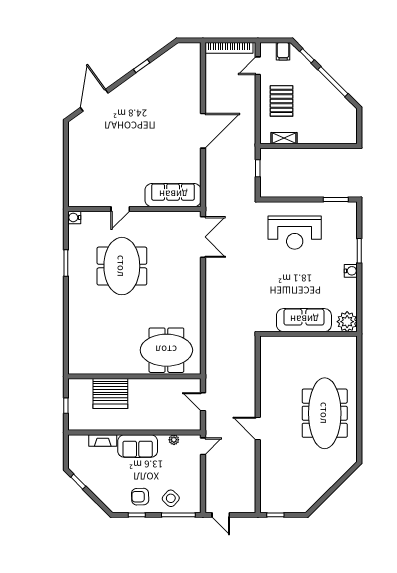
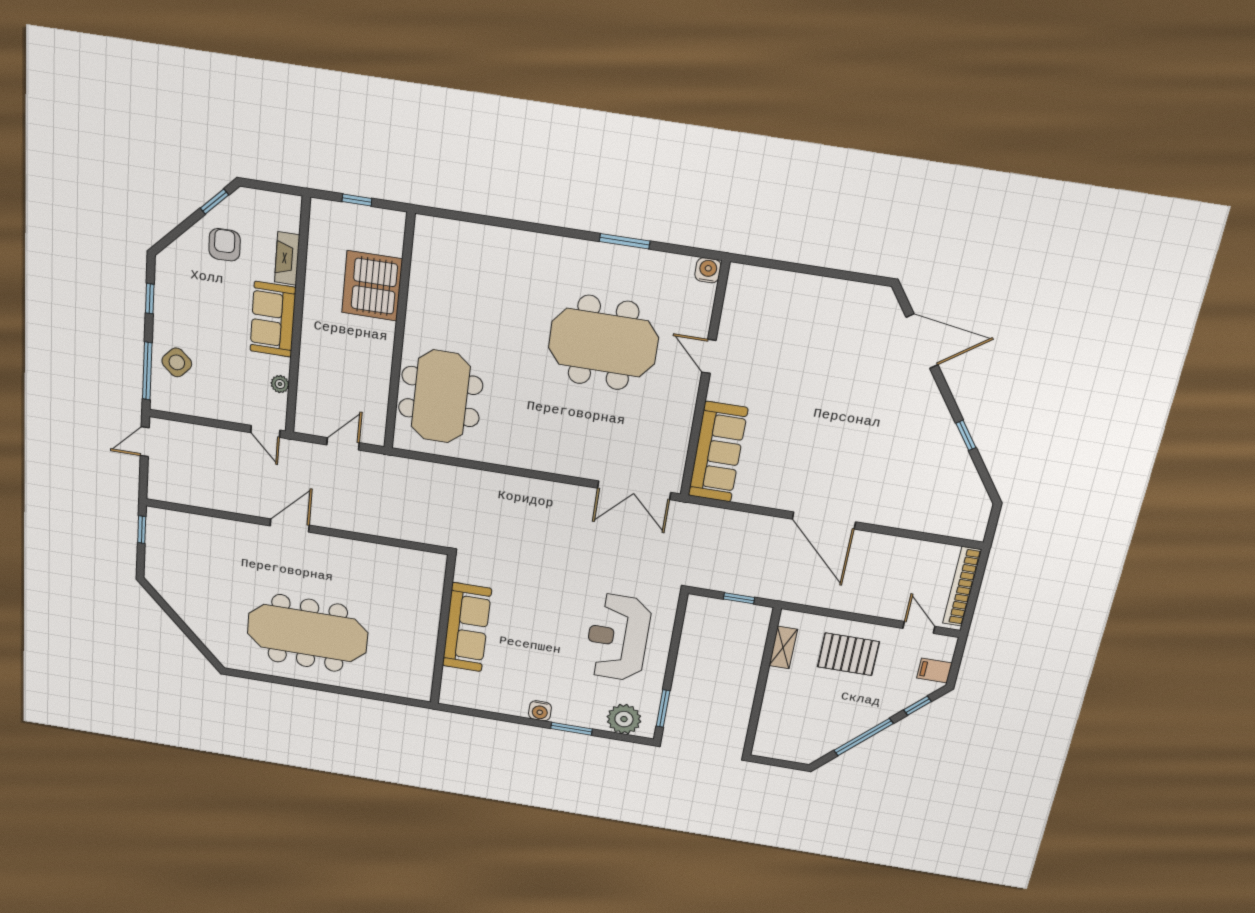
plant: (347, 322) -> (624, 719), moved
armchair: (140, 497) -> (225, 245), moved

